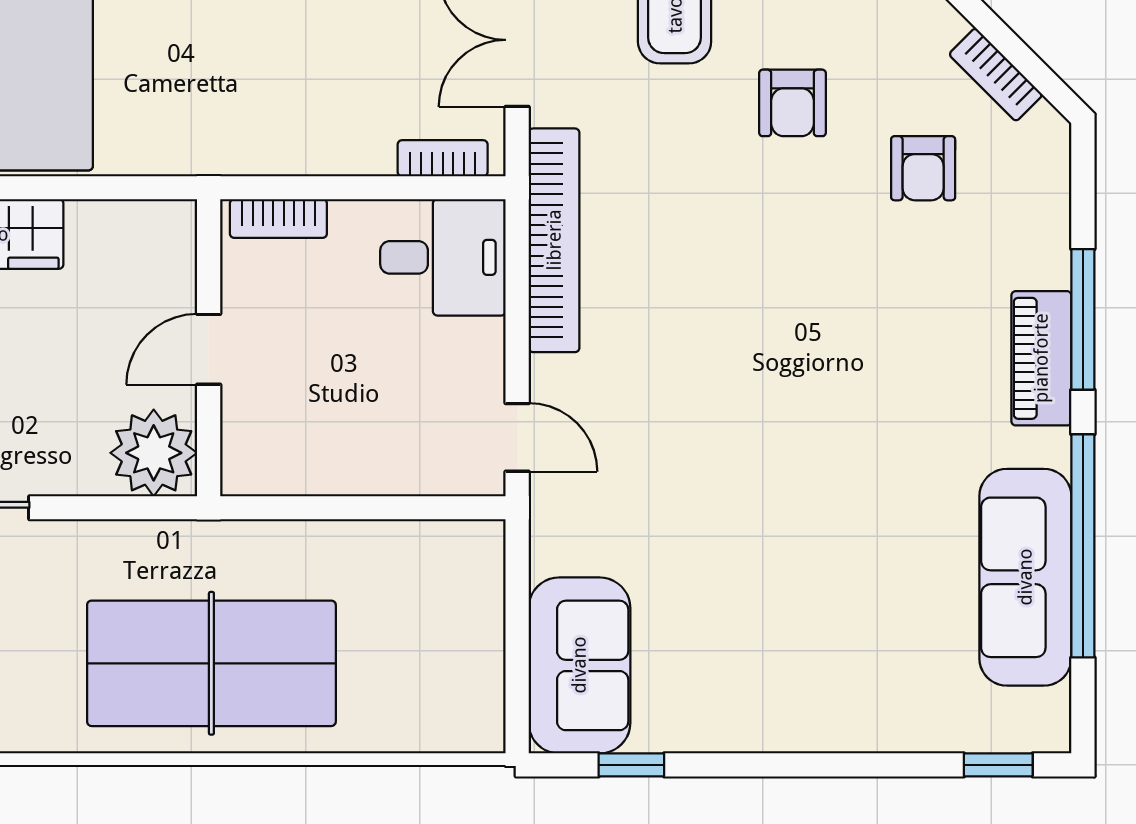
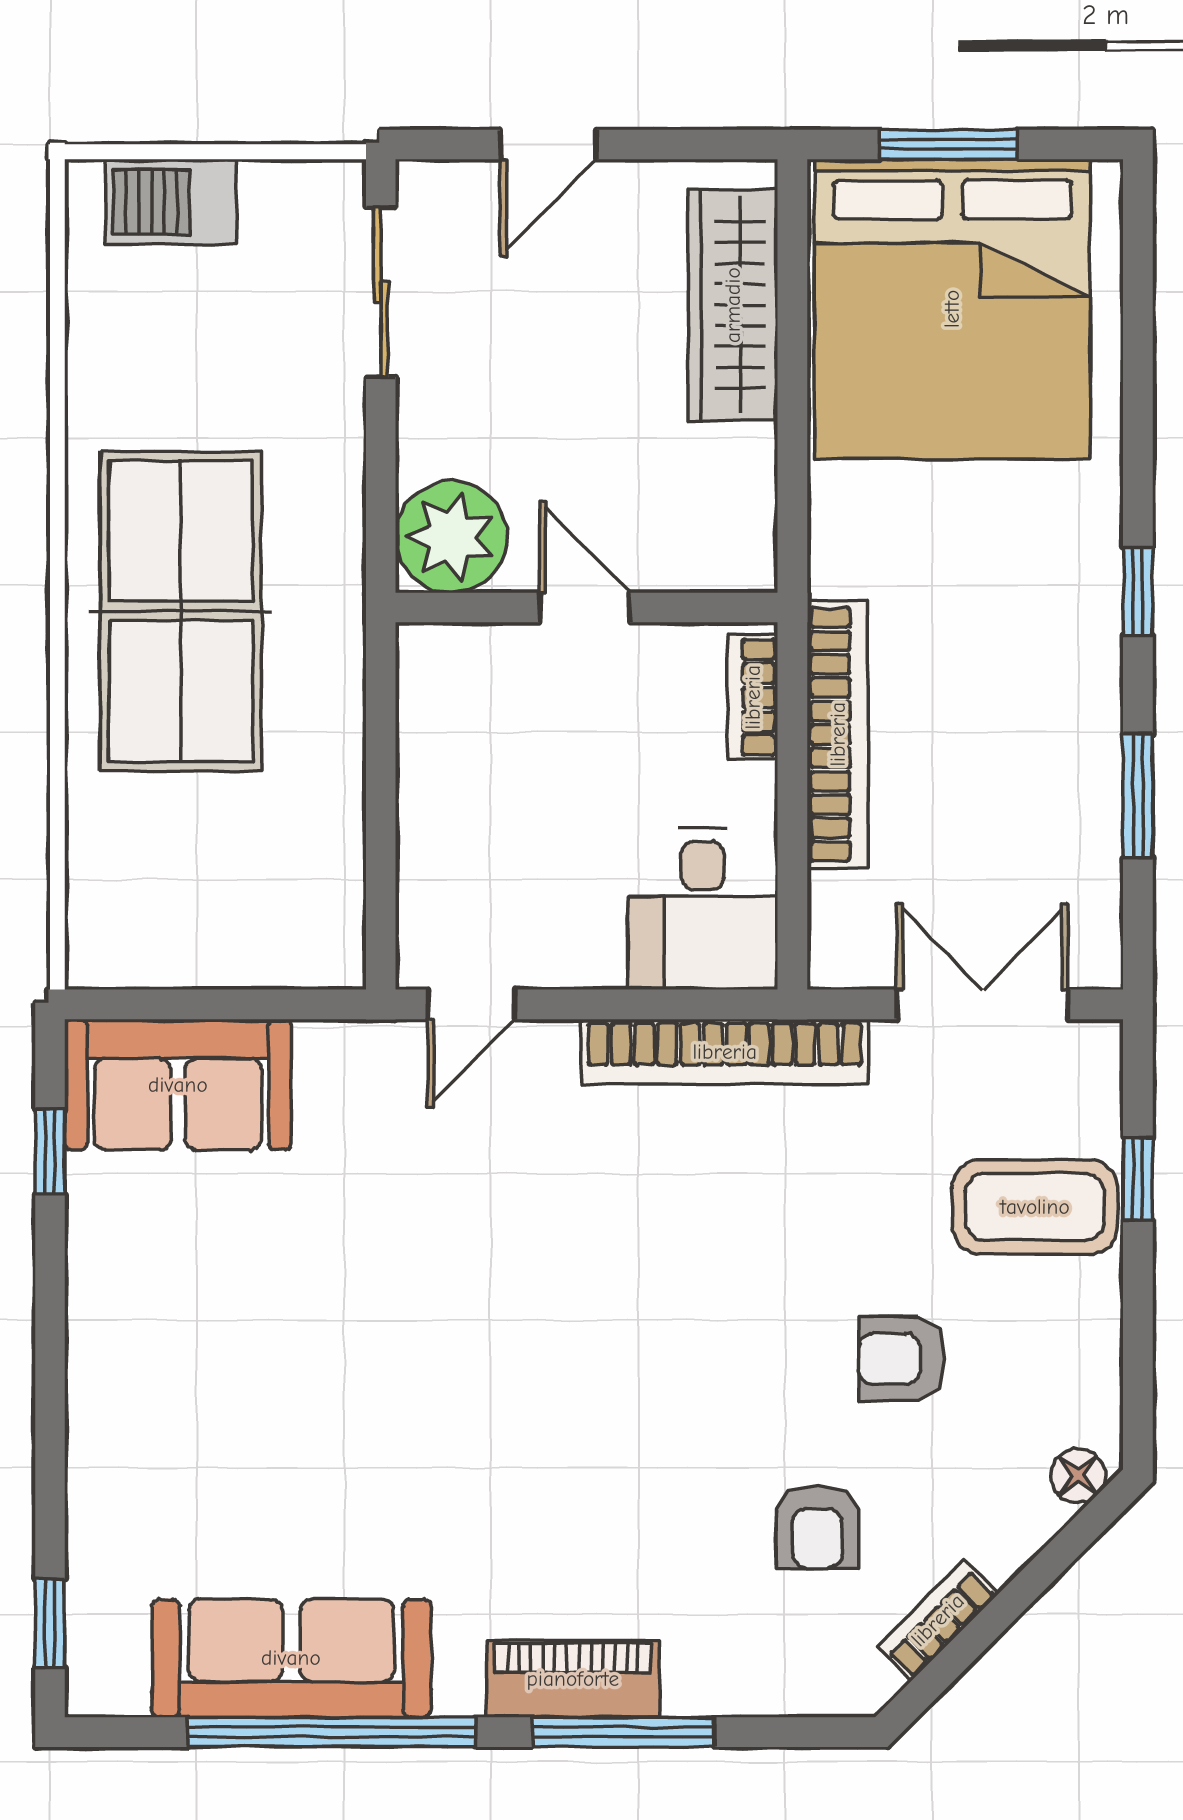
bookcase: (443, 158) -> (838, 734), moved, width x2.31, depth x1.31
armchair: (923, 168) -> (817, 1527), turned -90

